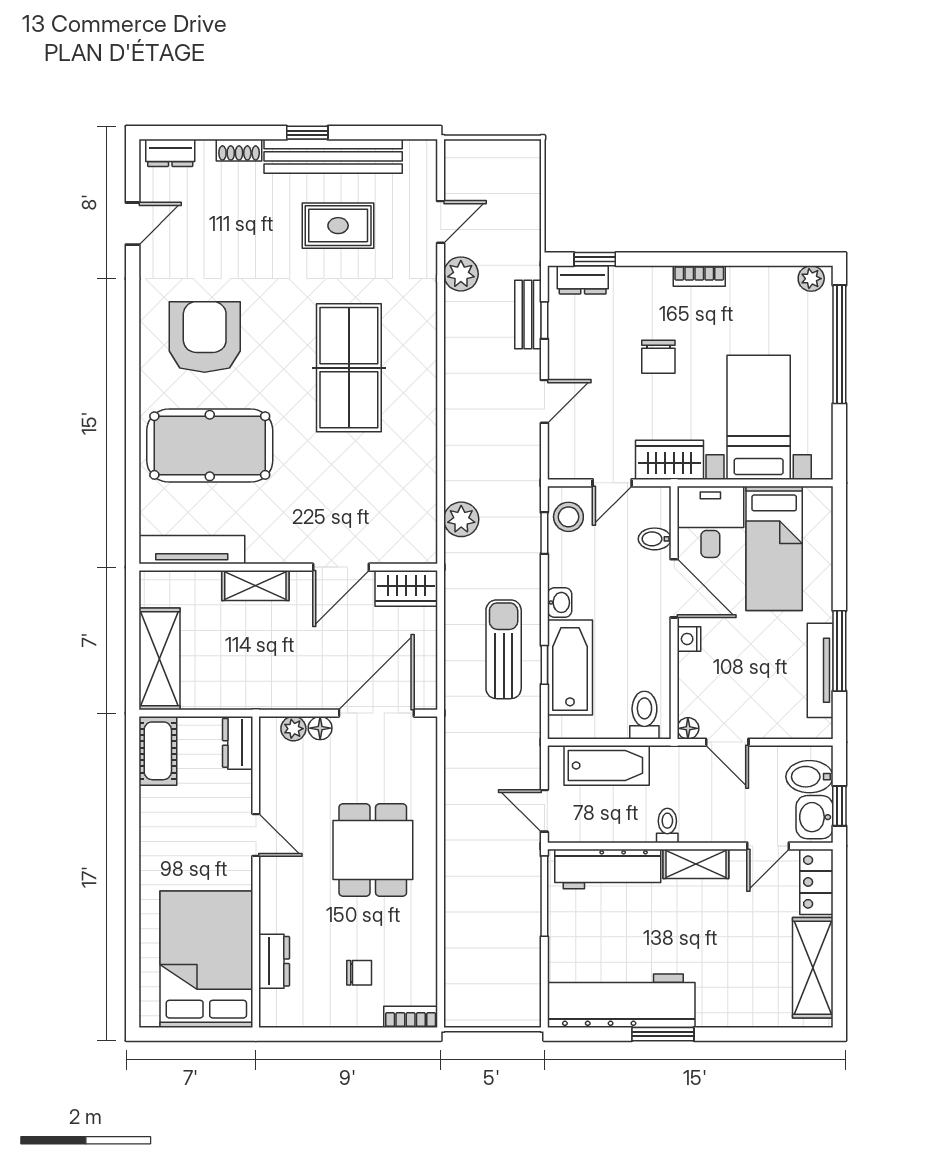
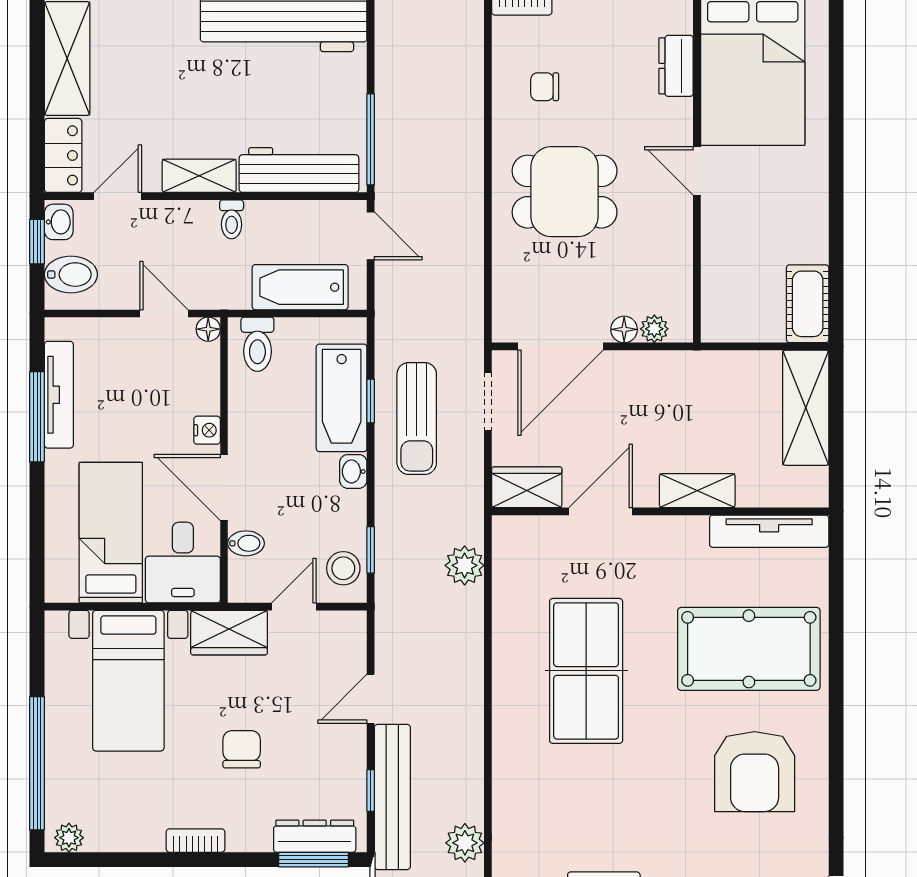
window: (595, 259) -> (314, 860), width x1.50
dresser: (583, 280) -> (315, 836), width x1.44
bench: (528, 315) -> (392, 797), width x1.86, depth x1.21
table tennis table: (349, 368) -> (586, 671), moved
doorway: (441, 664) -> (488, 401), added
dresser: (238, 743) -> (717, 313), removed
washbasin: (815, 817) -> (59, 222), width x0.72, depth x0.69
door: (256, 835) -> (697, 171), moved
dining table: (373, 850) -> (565, 192), turned 90
chair: (359, 973) -> (545, 87), moved

